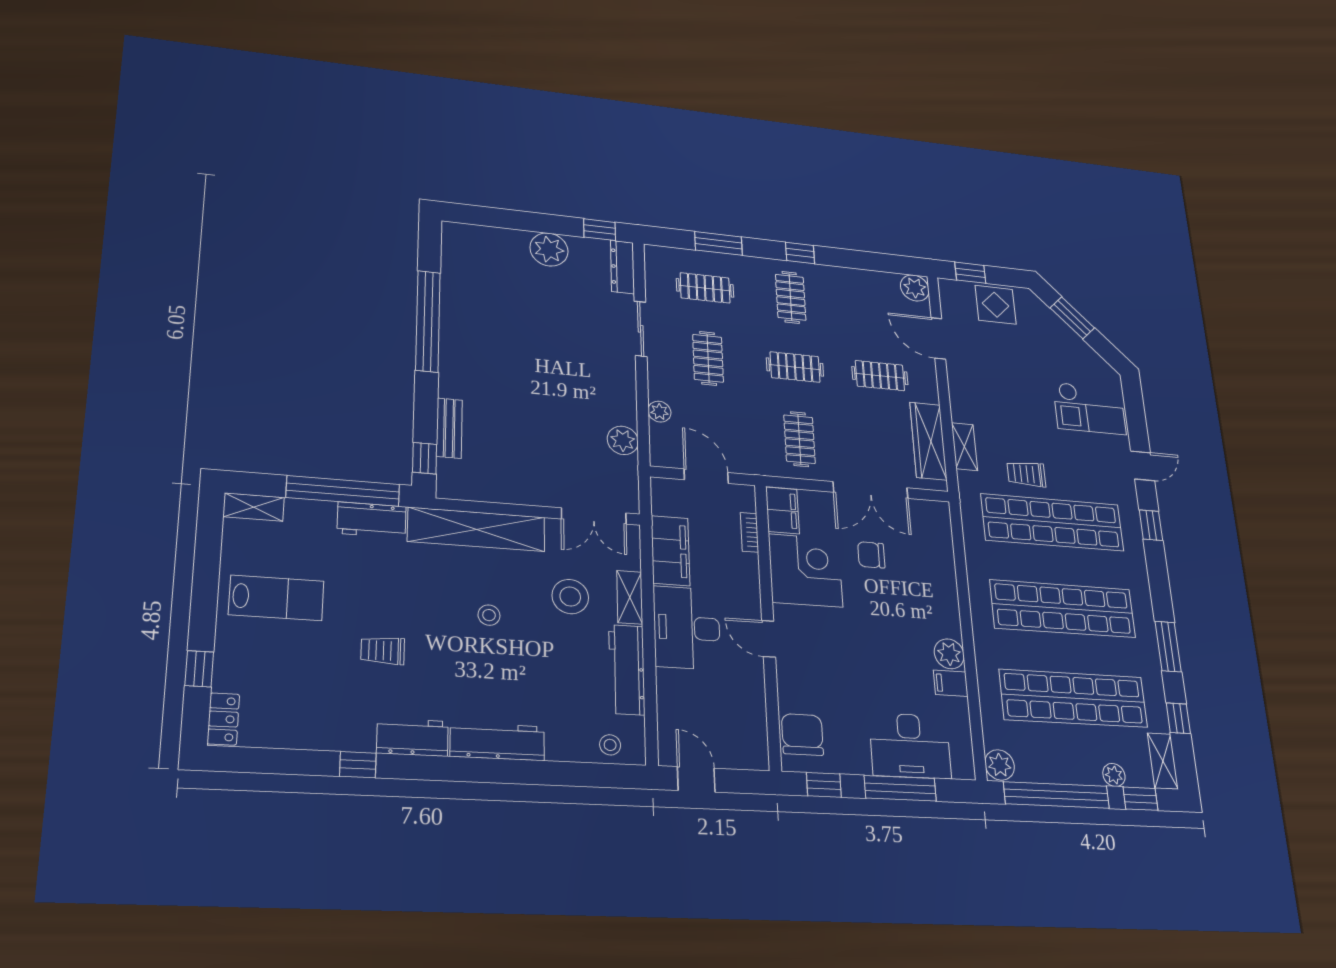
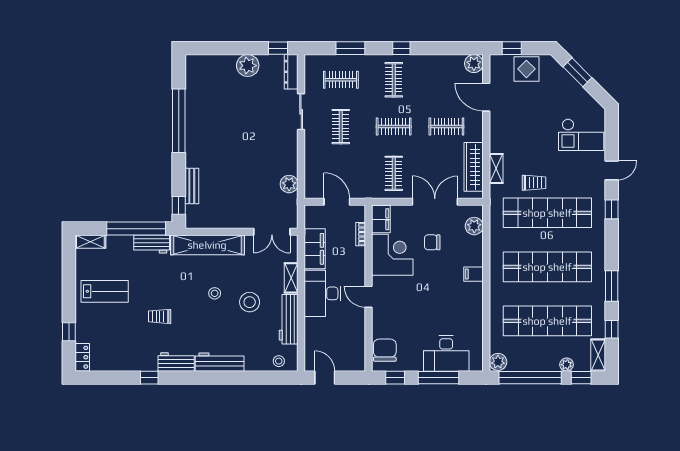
plant: (659, 412) -> (311, 164), removed
trolley: (1026, 474) -> (534, 183), turned 180
double door: (870, 490) -> (435, 202), swing flipped
stool: (570, 597) -> (250, 302), moved
plant: (949, 654) -> (474, 226), moved
filing cabinet: (951, 683) -> (473, 274), moved

